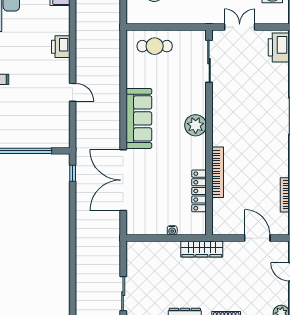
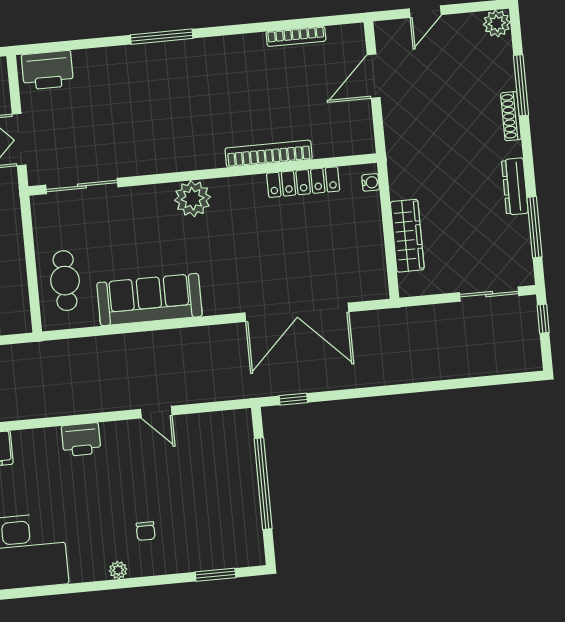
door: (73, 92) -> (156, 412), swing flipped
sofa: (139, 118) -> (149, 300), moved
water cooler: (172, 230) -> (371, 182), moved
wardrobe: (202, 249) -> (407, 236), moved

